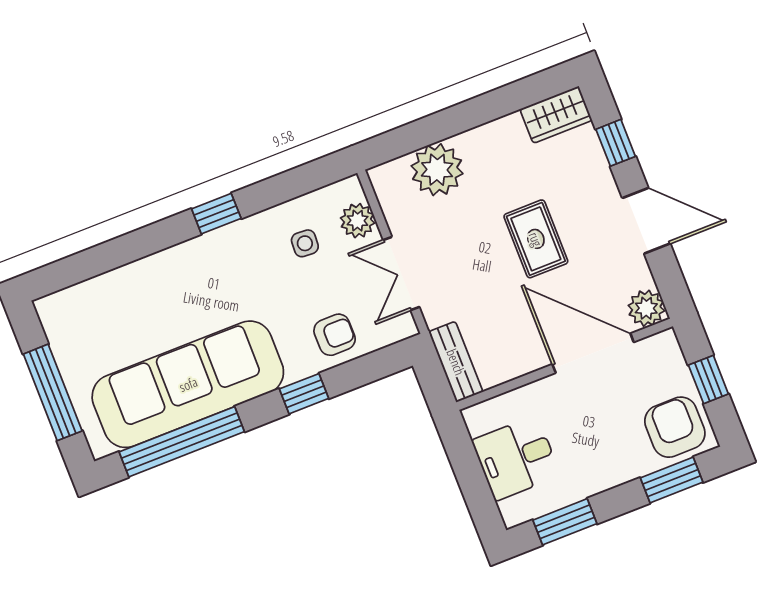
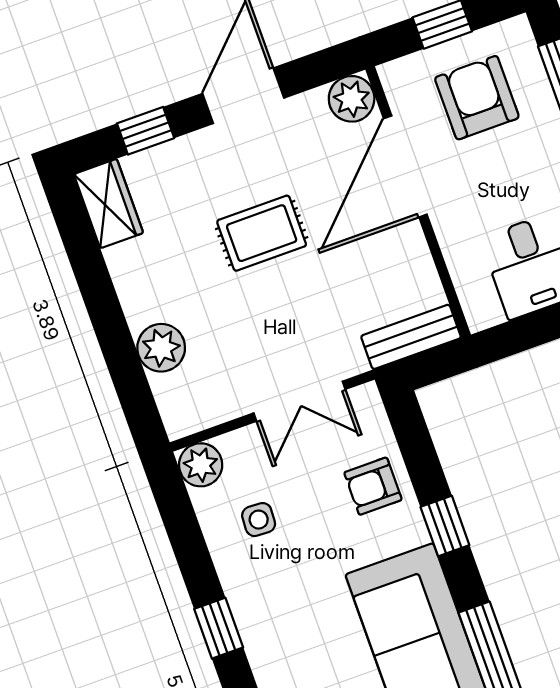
plant: (437, 170) -> (161, 348), width x0.73, depth x0.73
plant: (358, 221) -> (201, 465), moved
armchair: (335, 335) -> (373, 486), turned -90
armchair: (675, 427) -> (477, 98), moved, turned 90

